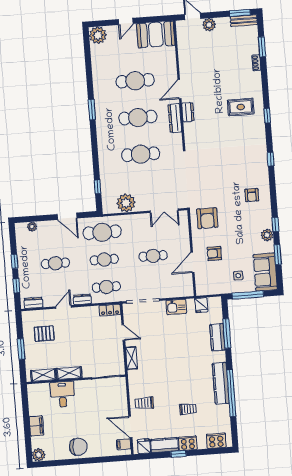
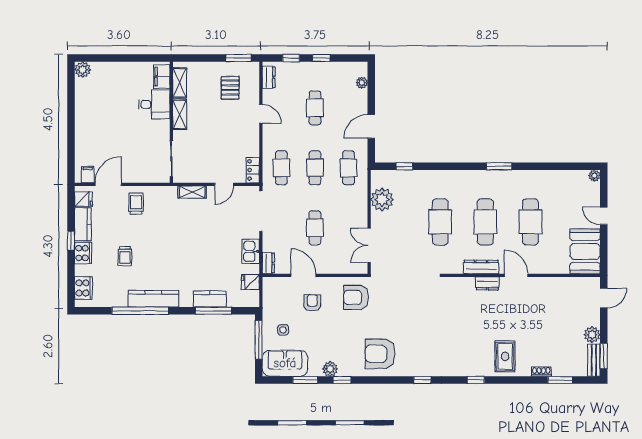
plant: (209, 25) -> (592, 335), moved
plant: (98, 35) -> (594, 176), width x0.53, depth x0.53
rug: (241, 107) -> (505, 356), moved
armchair: (252, 195) -> (380, 354), width x1.88, depth x1.88
cafe table: (102, 232) -> (349, 168), width x0.73, depth x0.74
dresser: (82, 299) -> (268, 263), moved
window: (21, 349) -> (239, 58), moved
filing cabinet: (36, 426) -> (162, 77), moved, turned 90
chair: (78, 447) -> (89, 119), removed

